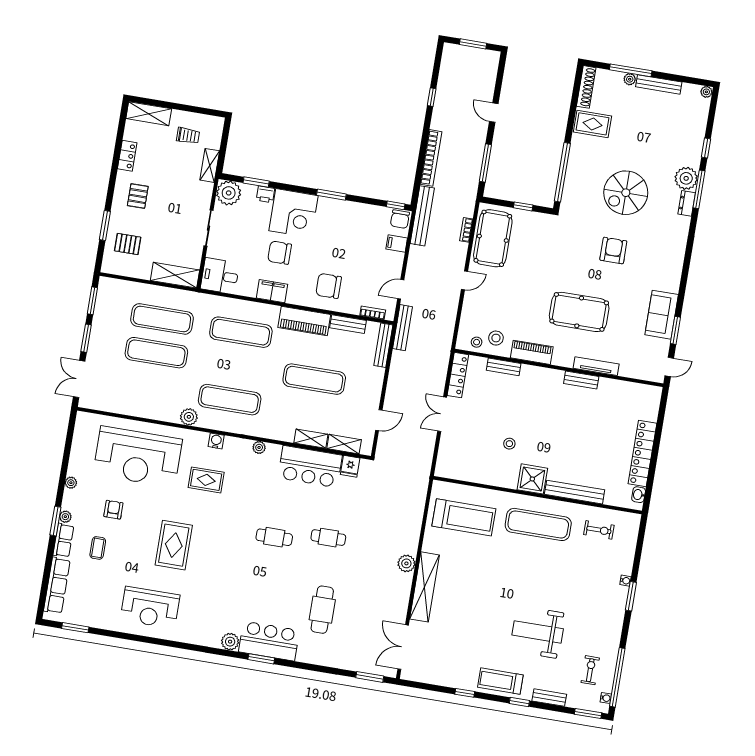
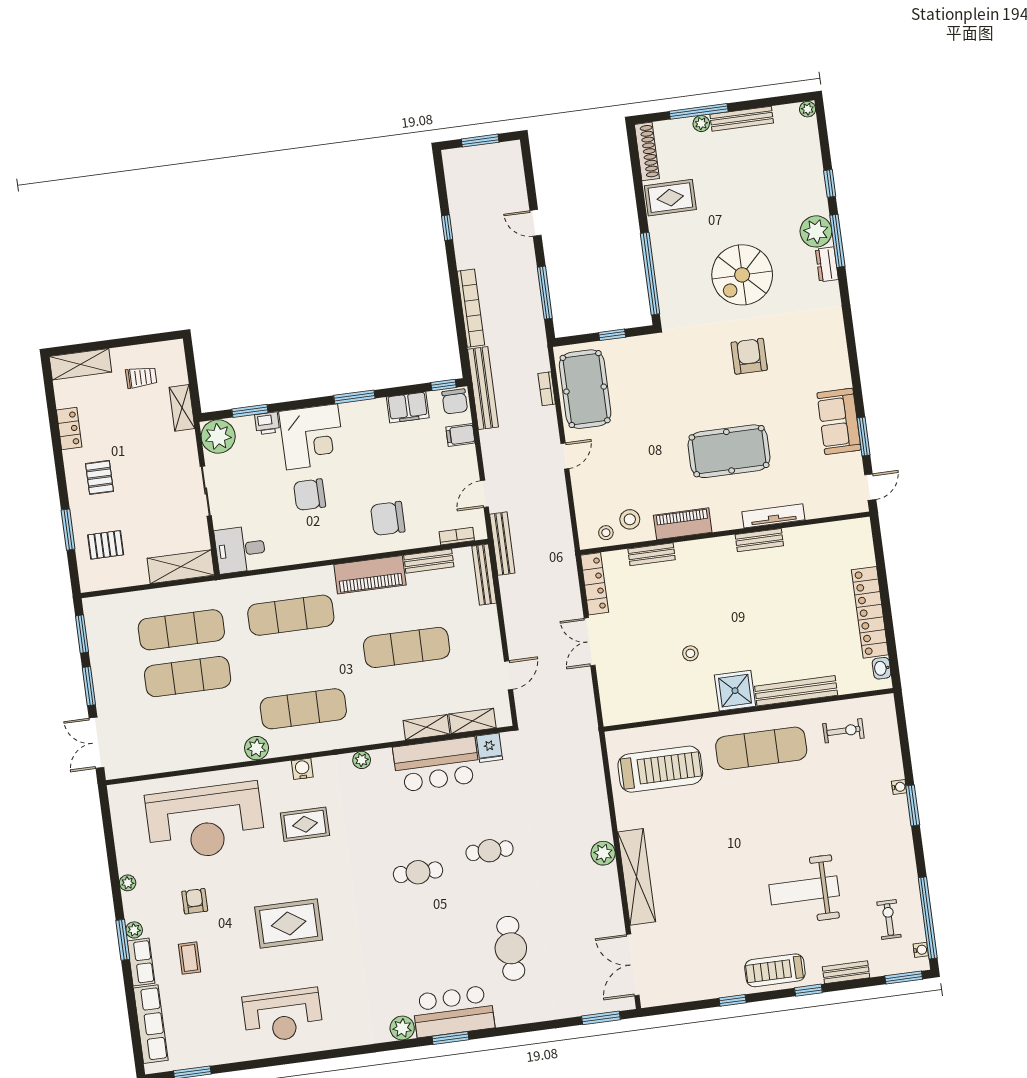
filing cabinet: (272, 291) -> (408, 407), moved, turned 180
rug: (174, 545) -> (289, 923), turned 90

